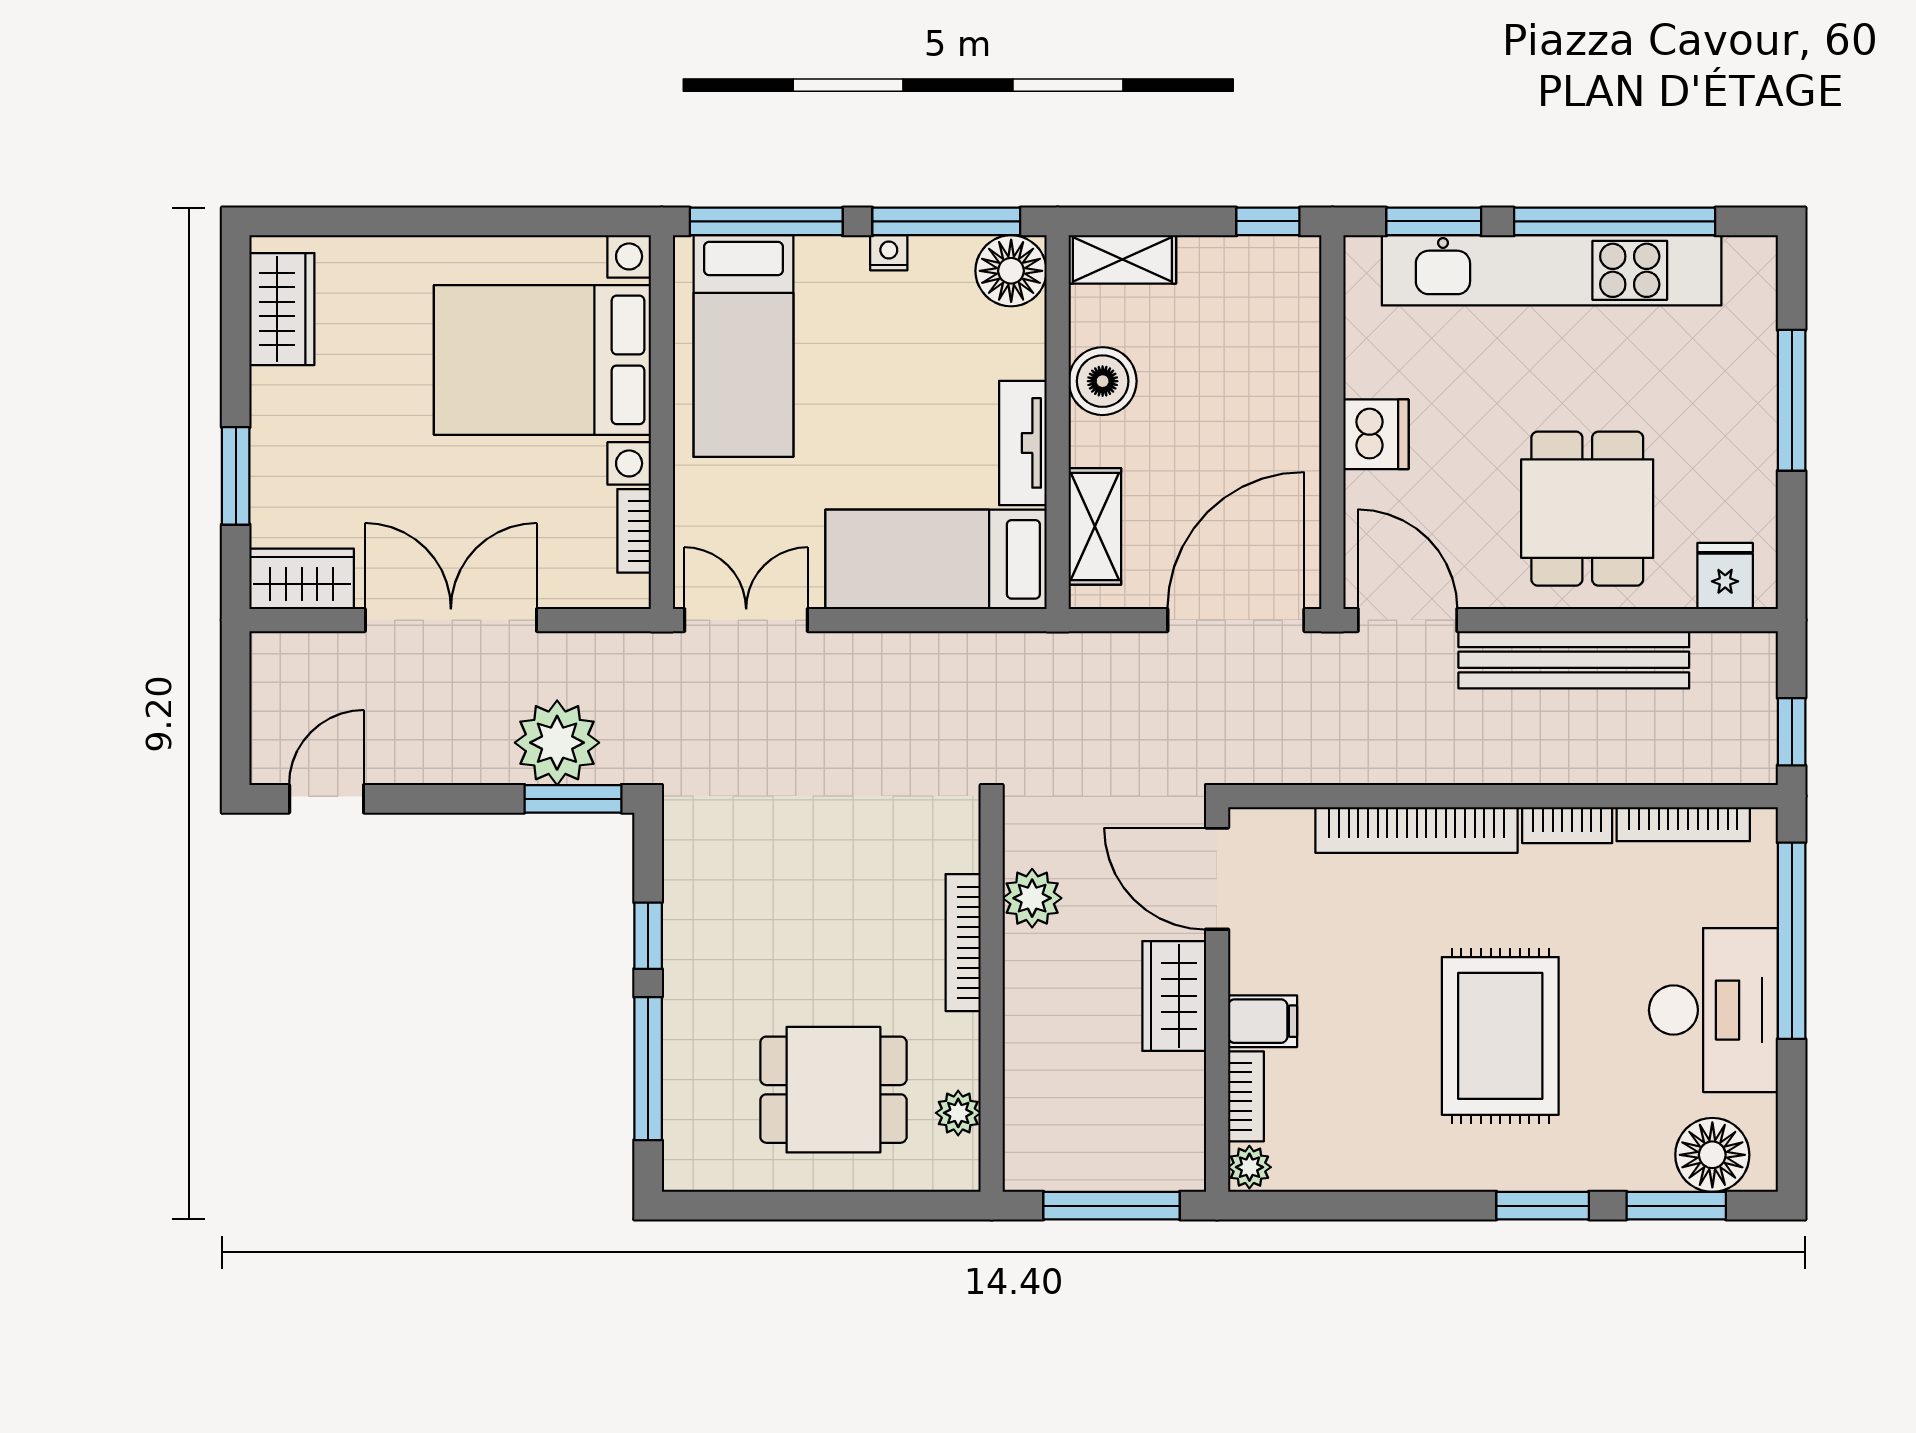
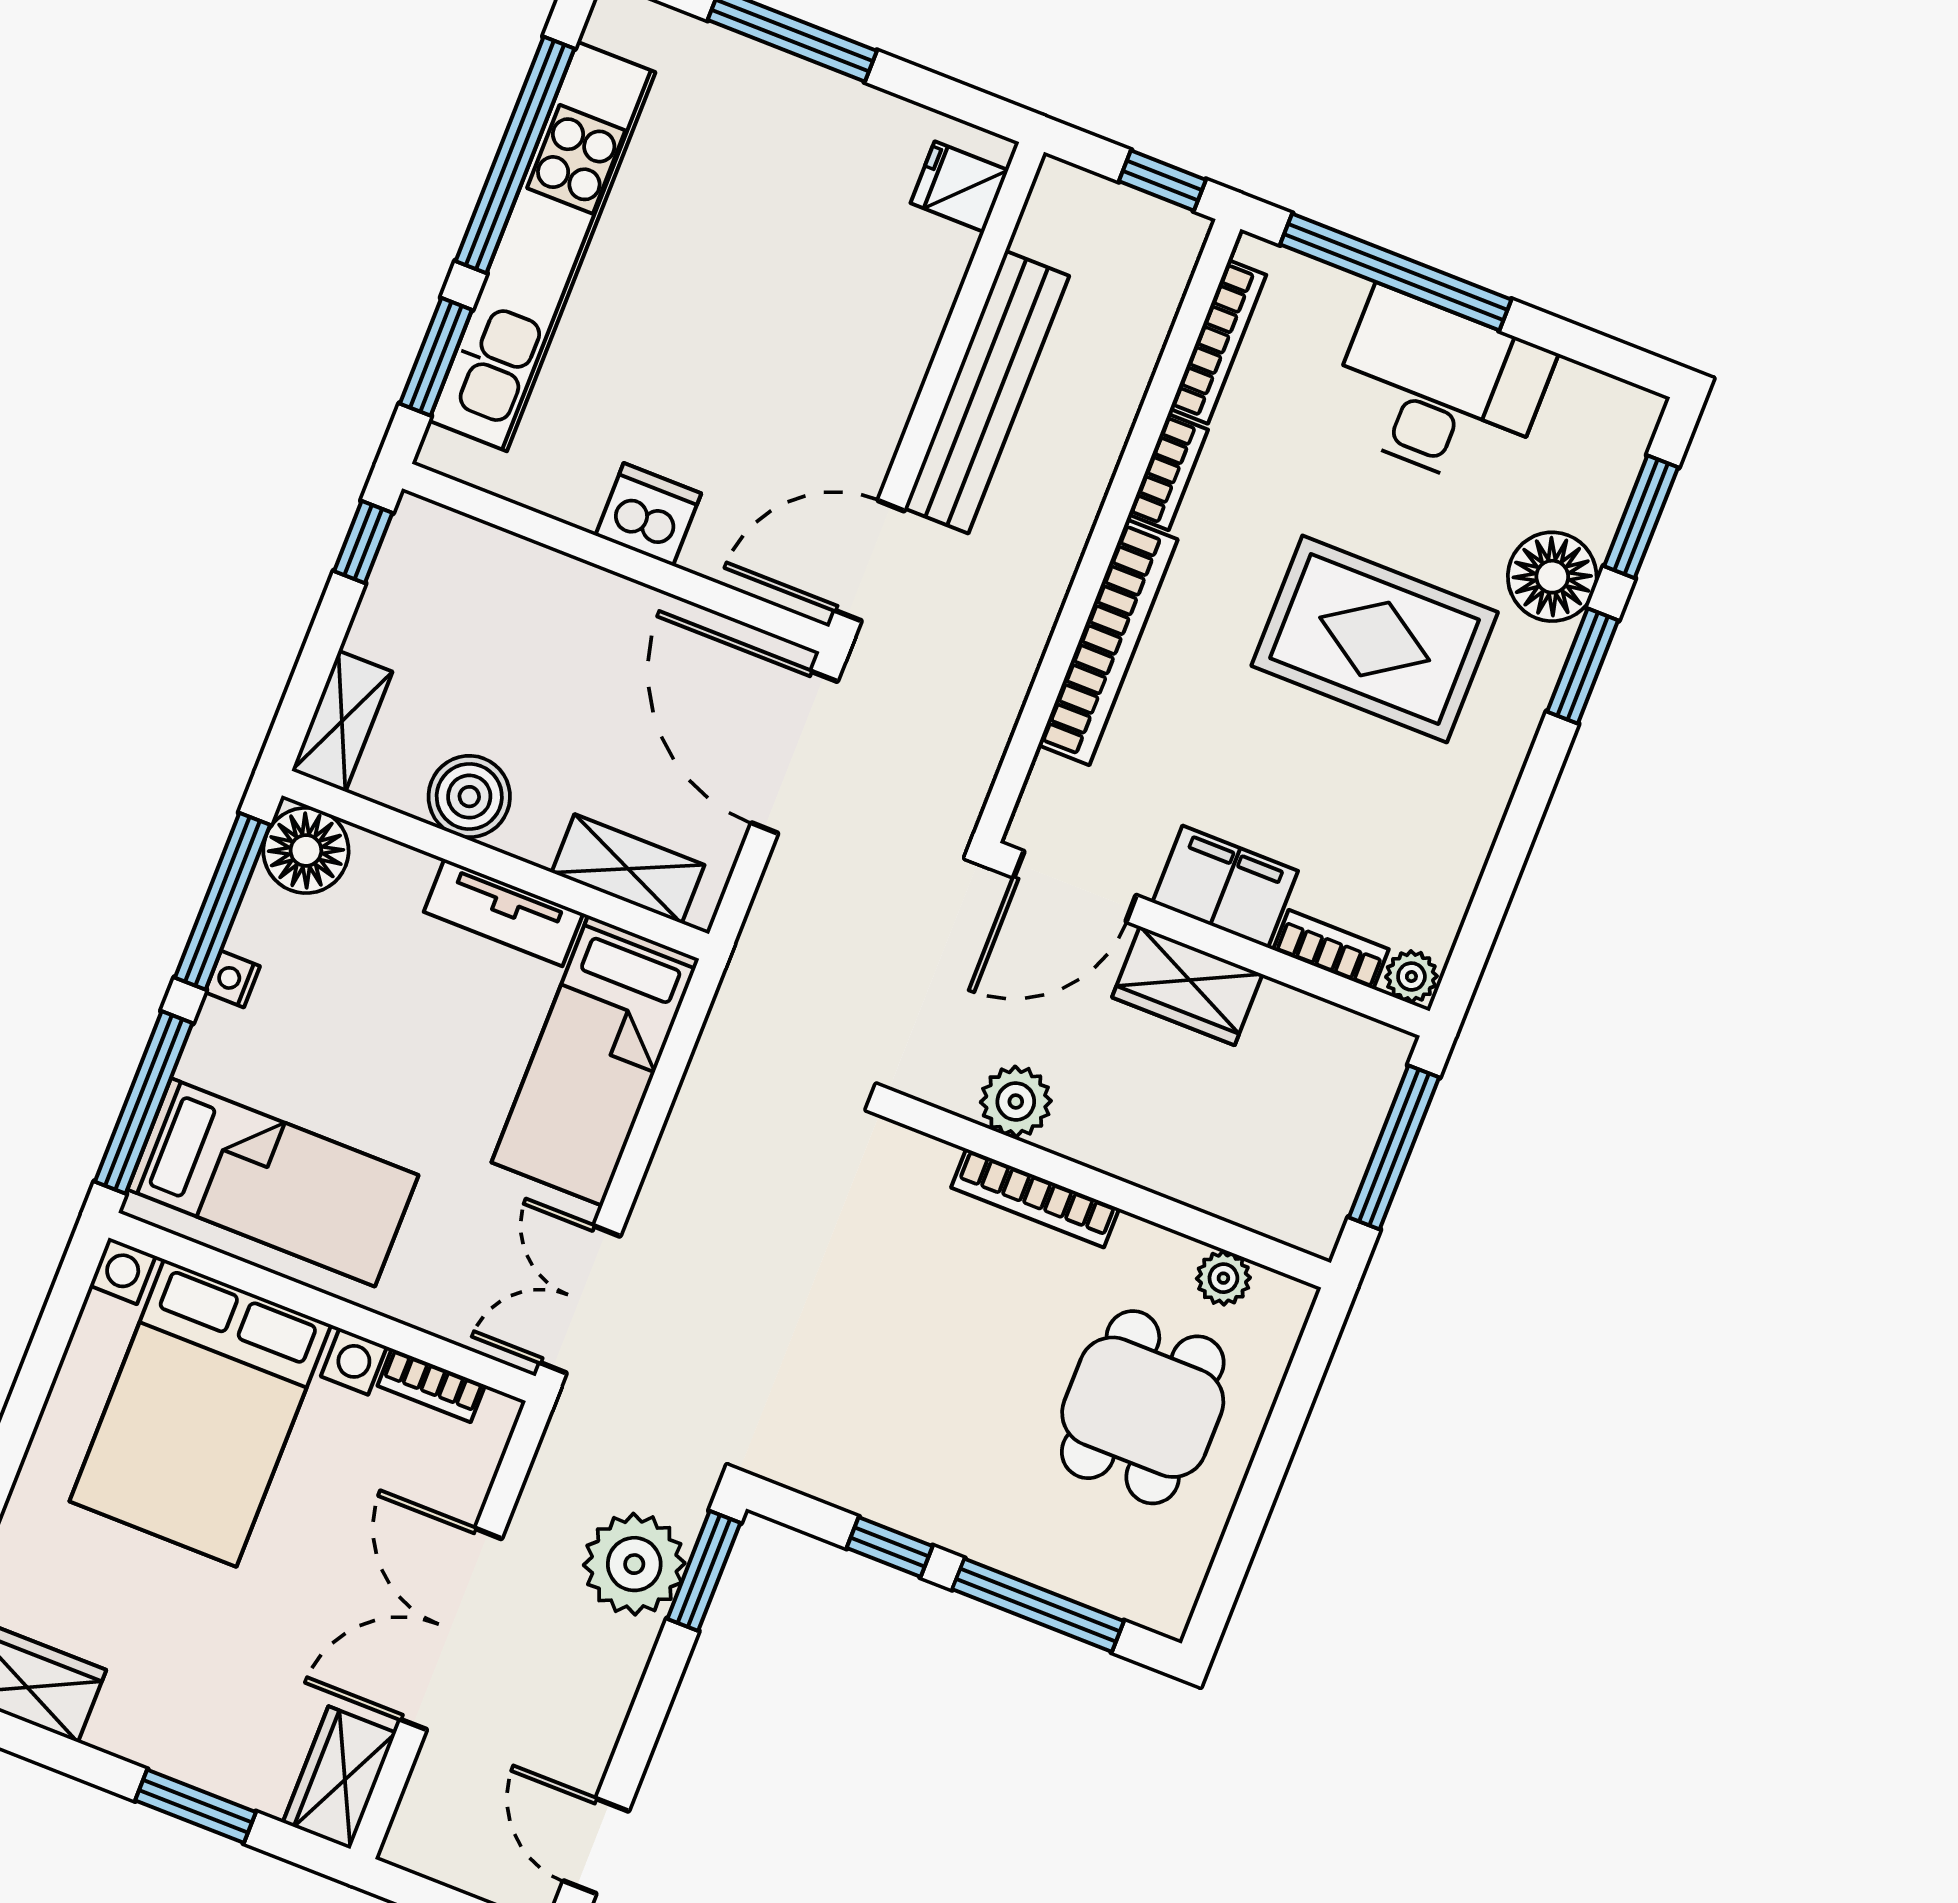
dining table: (1587, 509) -> (824, 311), removed
filing cabinet: (1263, 1021) -> (1225, 887), width x2.00
floor lamp: (1712, 1155) -> (1552, 577), moved

